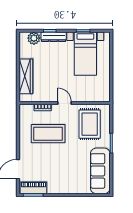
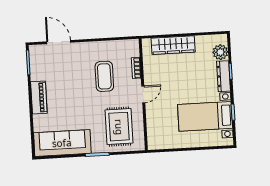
rug: (90, 124) -> (119, 127), turned 90
coffee table: (48, 134) -> (104, 76), width x0.73, depth x0.76
piano: (33, 188) -> (39, 98), moved

